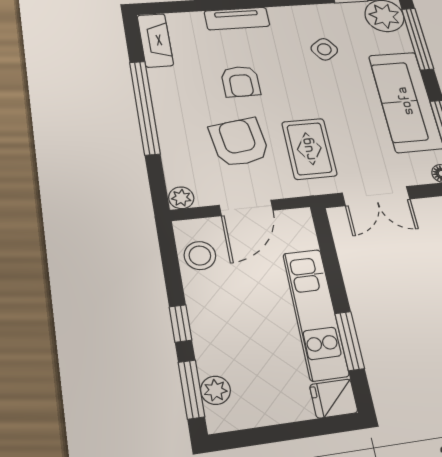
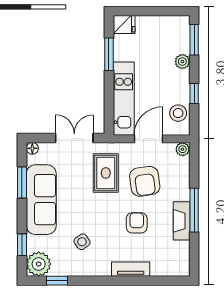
window: (418, 39) -> (22, 245), width x0.46
fireplace: (155, 40) -> (182, 221), moved
window: (145, 107) -> (194, 210), width x0.68
kitchen unit: (315, 314) -> (124, 99), moved
window: (180, 323) -> (194, 93), moved
plant: (215, 390) -> (182, 62), moved

